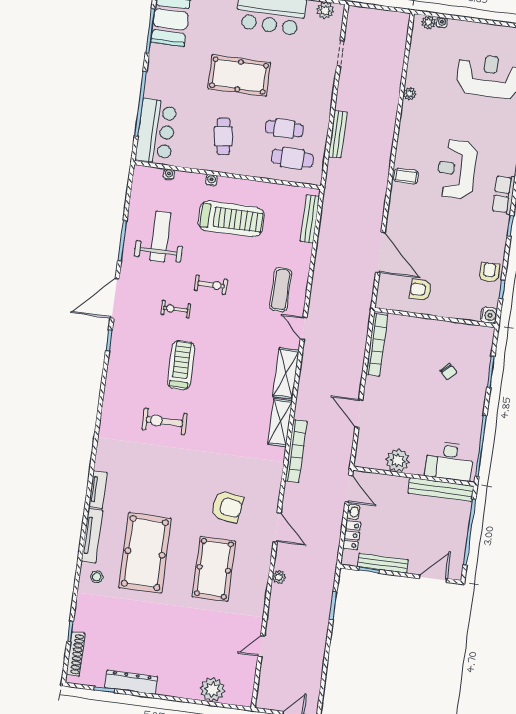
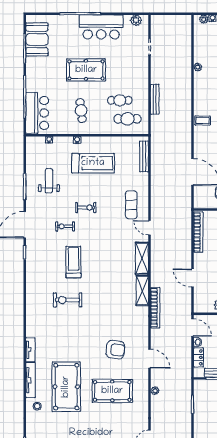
weight bench: (160, 237) -> (49, 181), width x0.73, depth x0.75
pool table: (214, 569) -> (112, 391), turned 90

